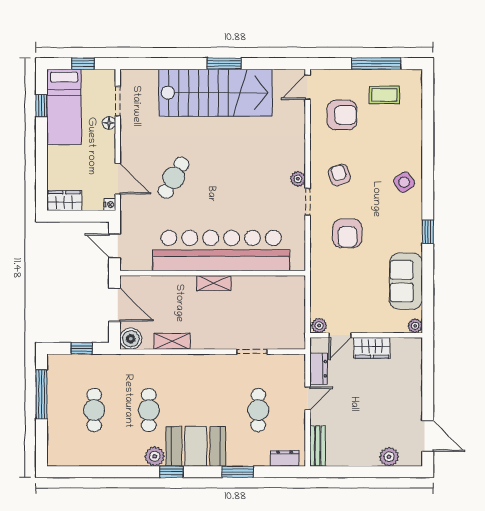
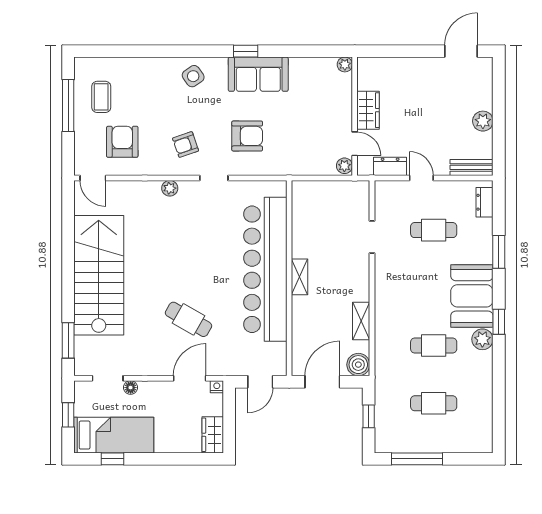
window: (224, 64) -> (68, 340), moved
plant: (298, 179) -> (170, 188), moved
sofa: (406, 281) -> (258, 74), moved
plant: (389, 457) -> (483, 121), moved

